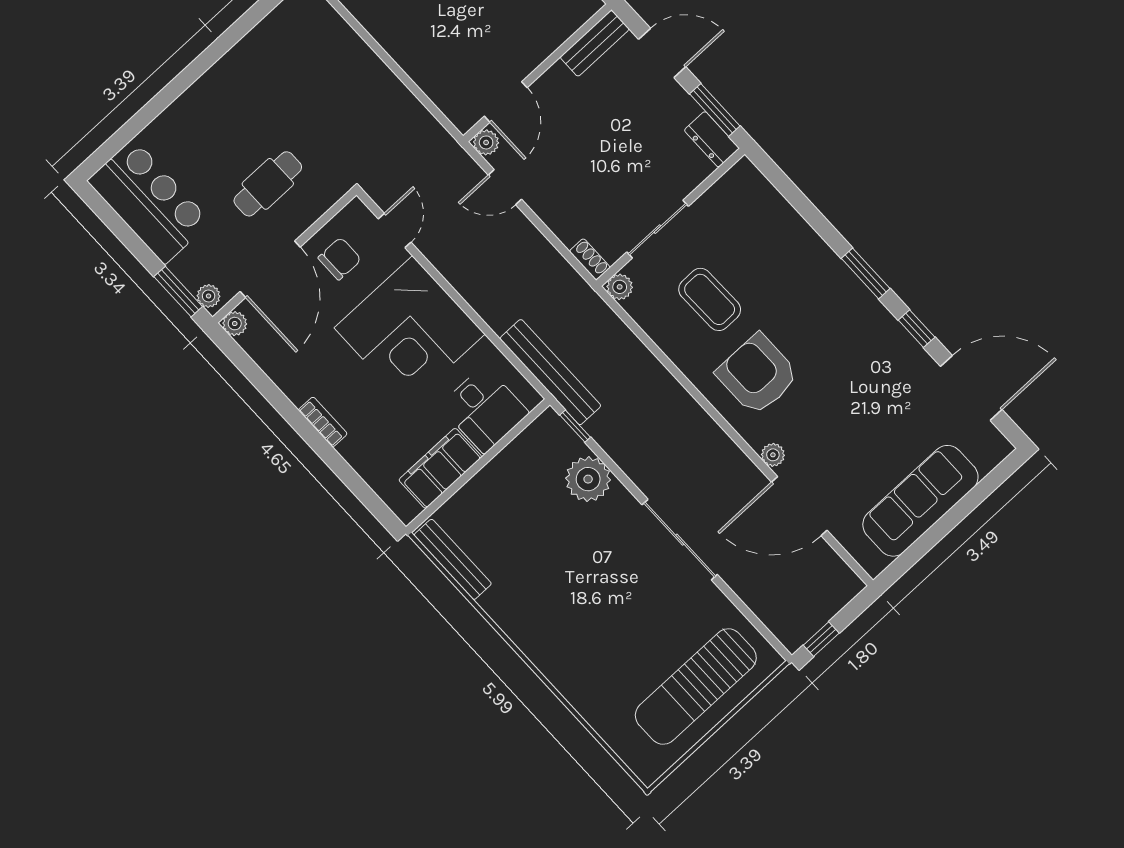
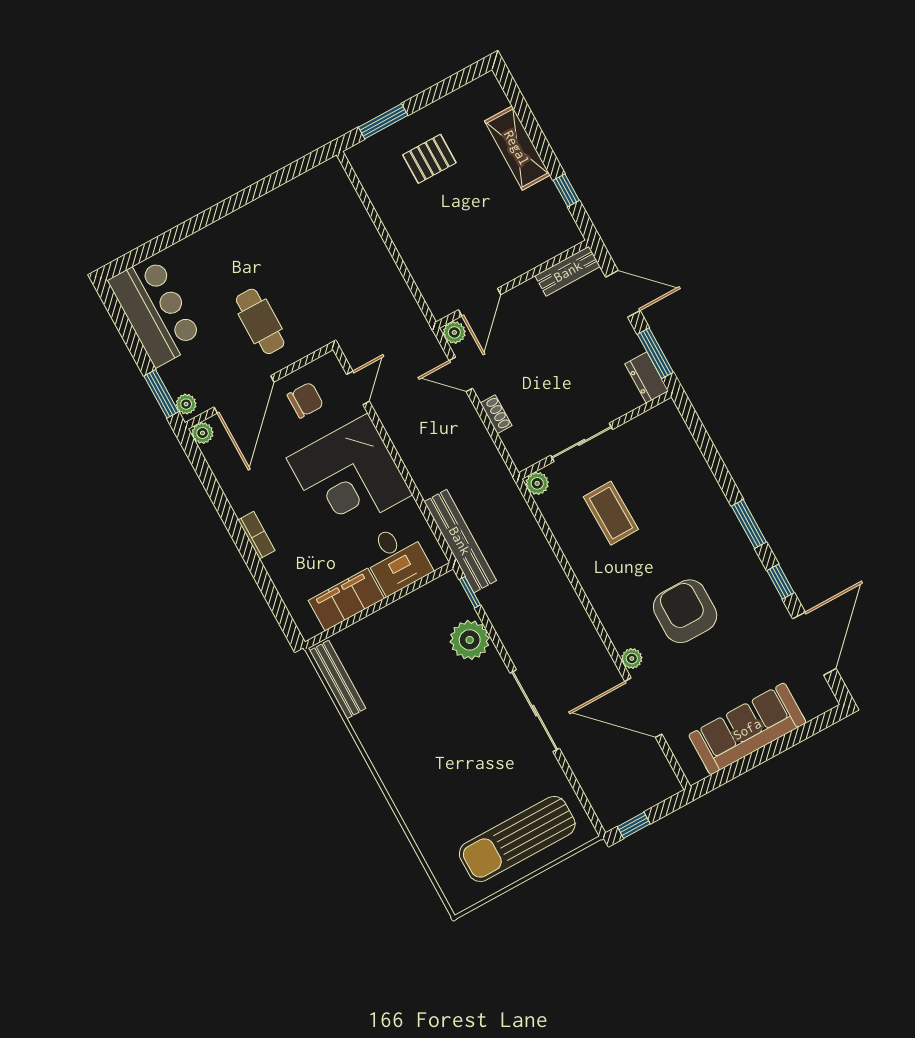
cafe table: (268, 184) -> (260, 321), turned 90
shoe rack: (590, 259) -> (496, 414), moved
armchair: (758, 374) -> (685, 611), moved
door: (971, 388) -> (814, 644), hinge flipped

